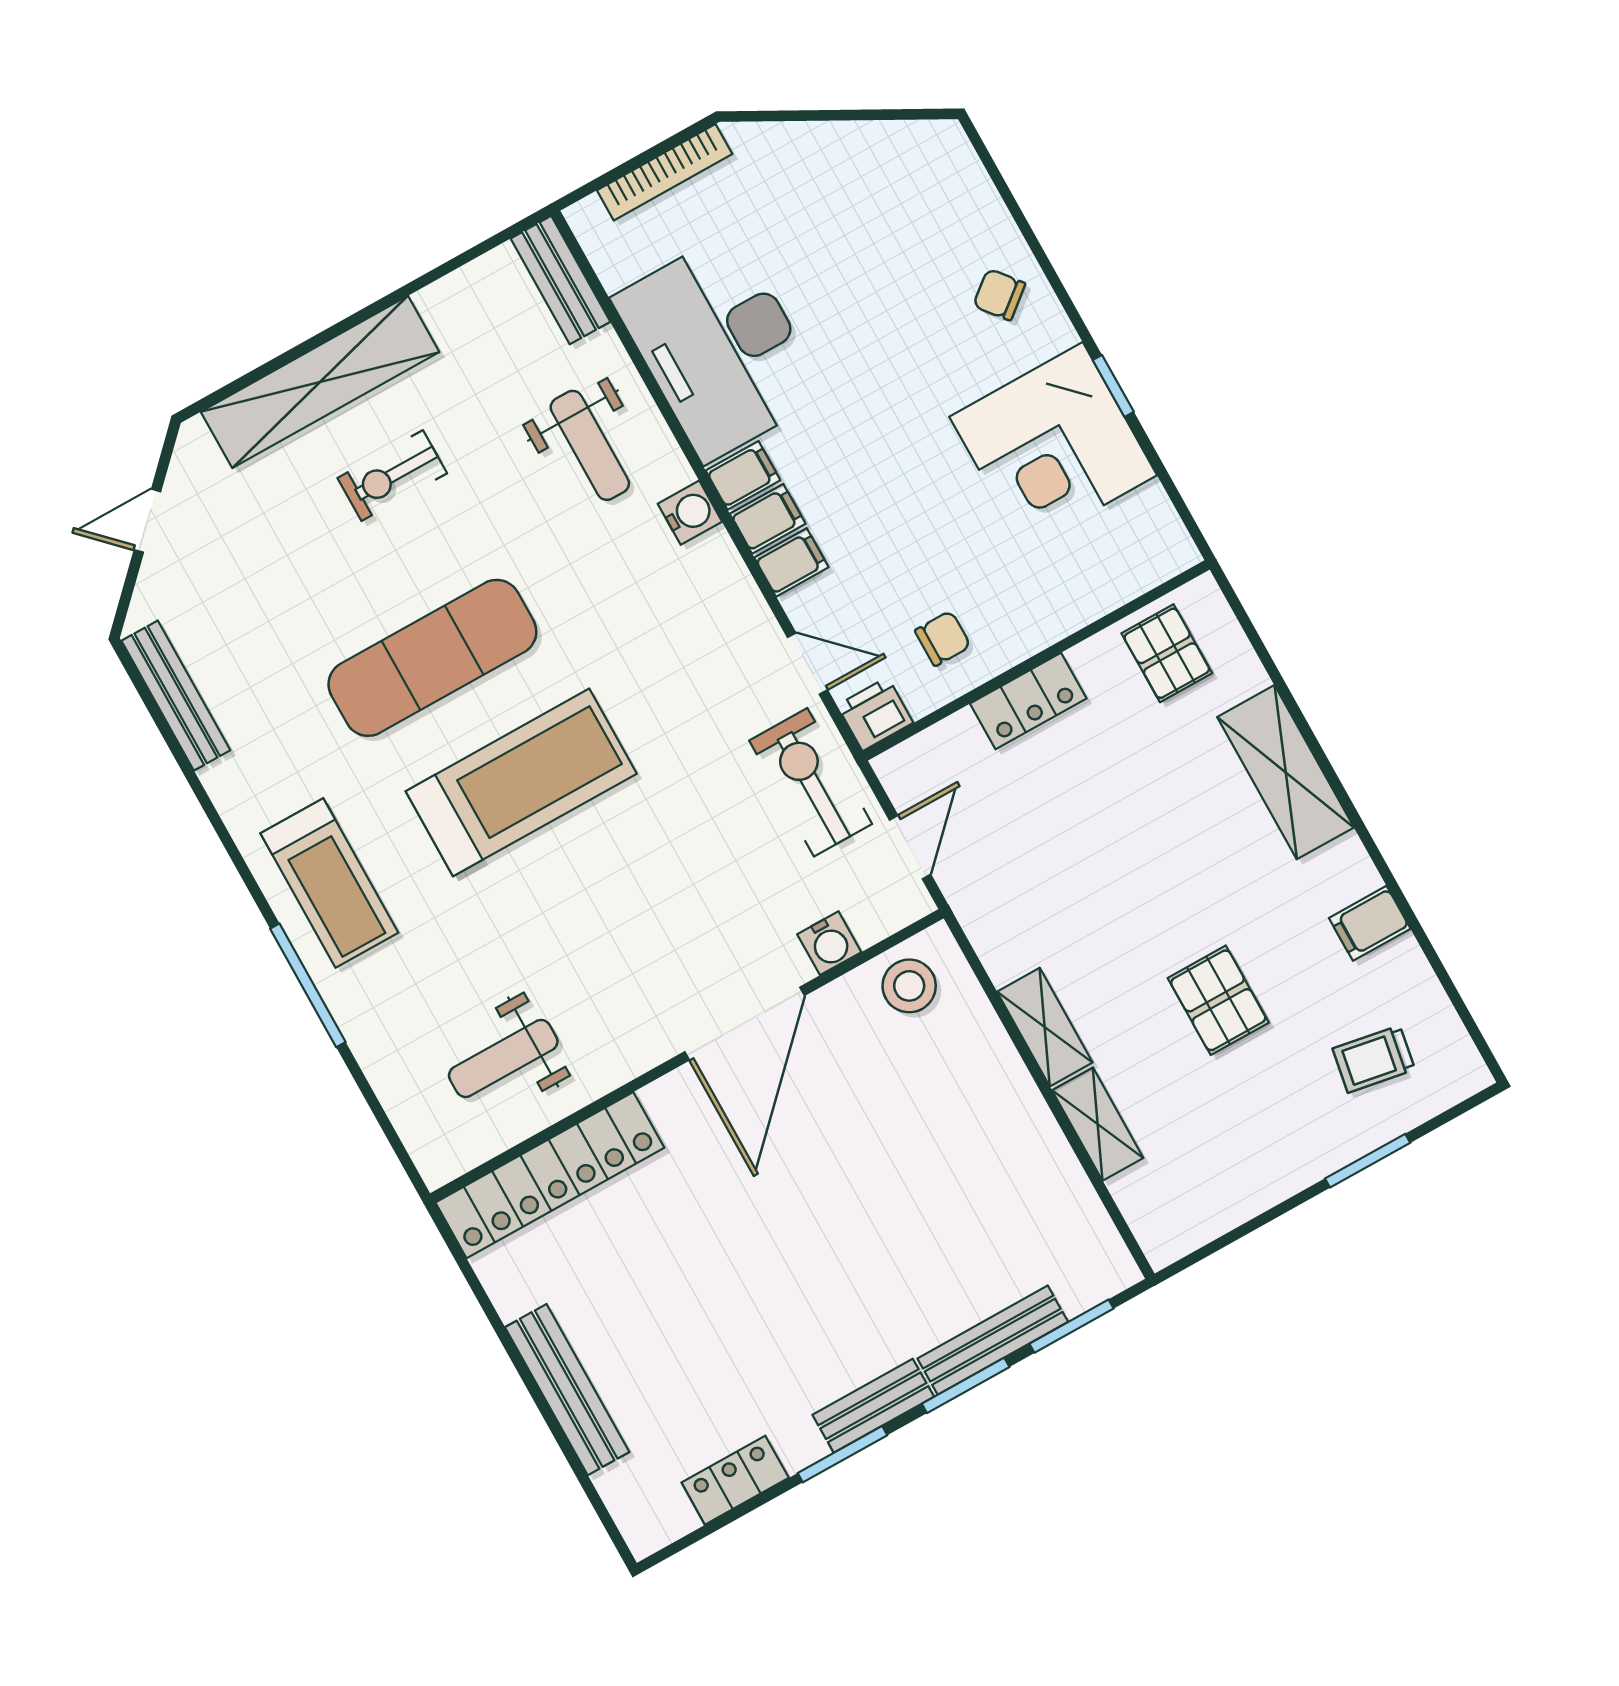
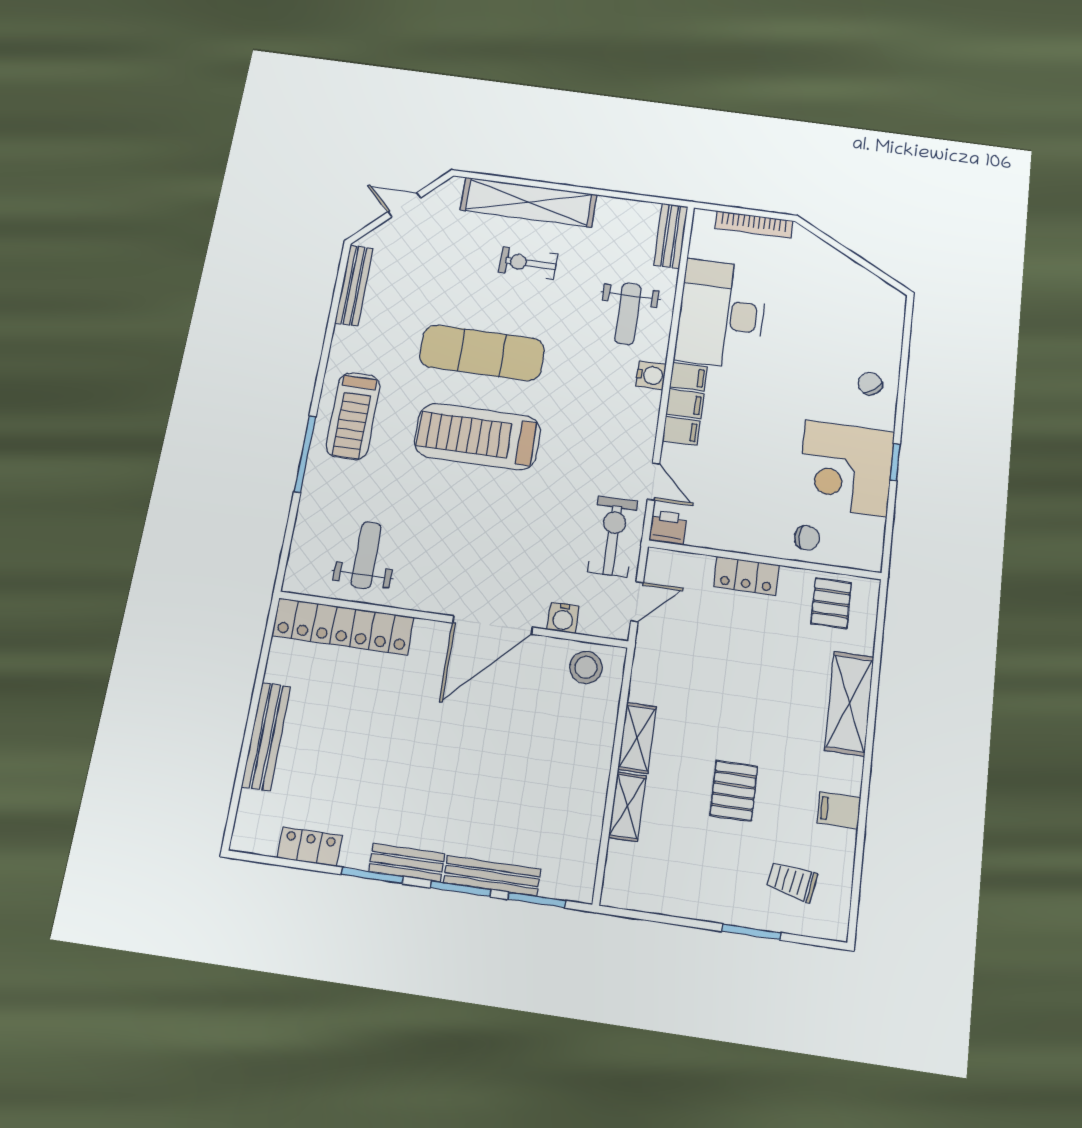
chair: (943, 638) -> (807, 538), moved
treadmill: (521, 782) -> (477, 437), turned 180
weight bench: (503, 1058) -> (366, 555), turned 90

